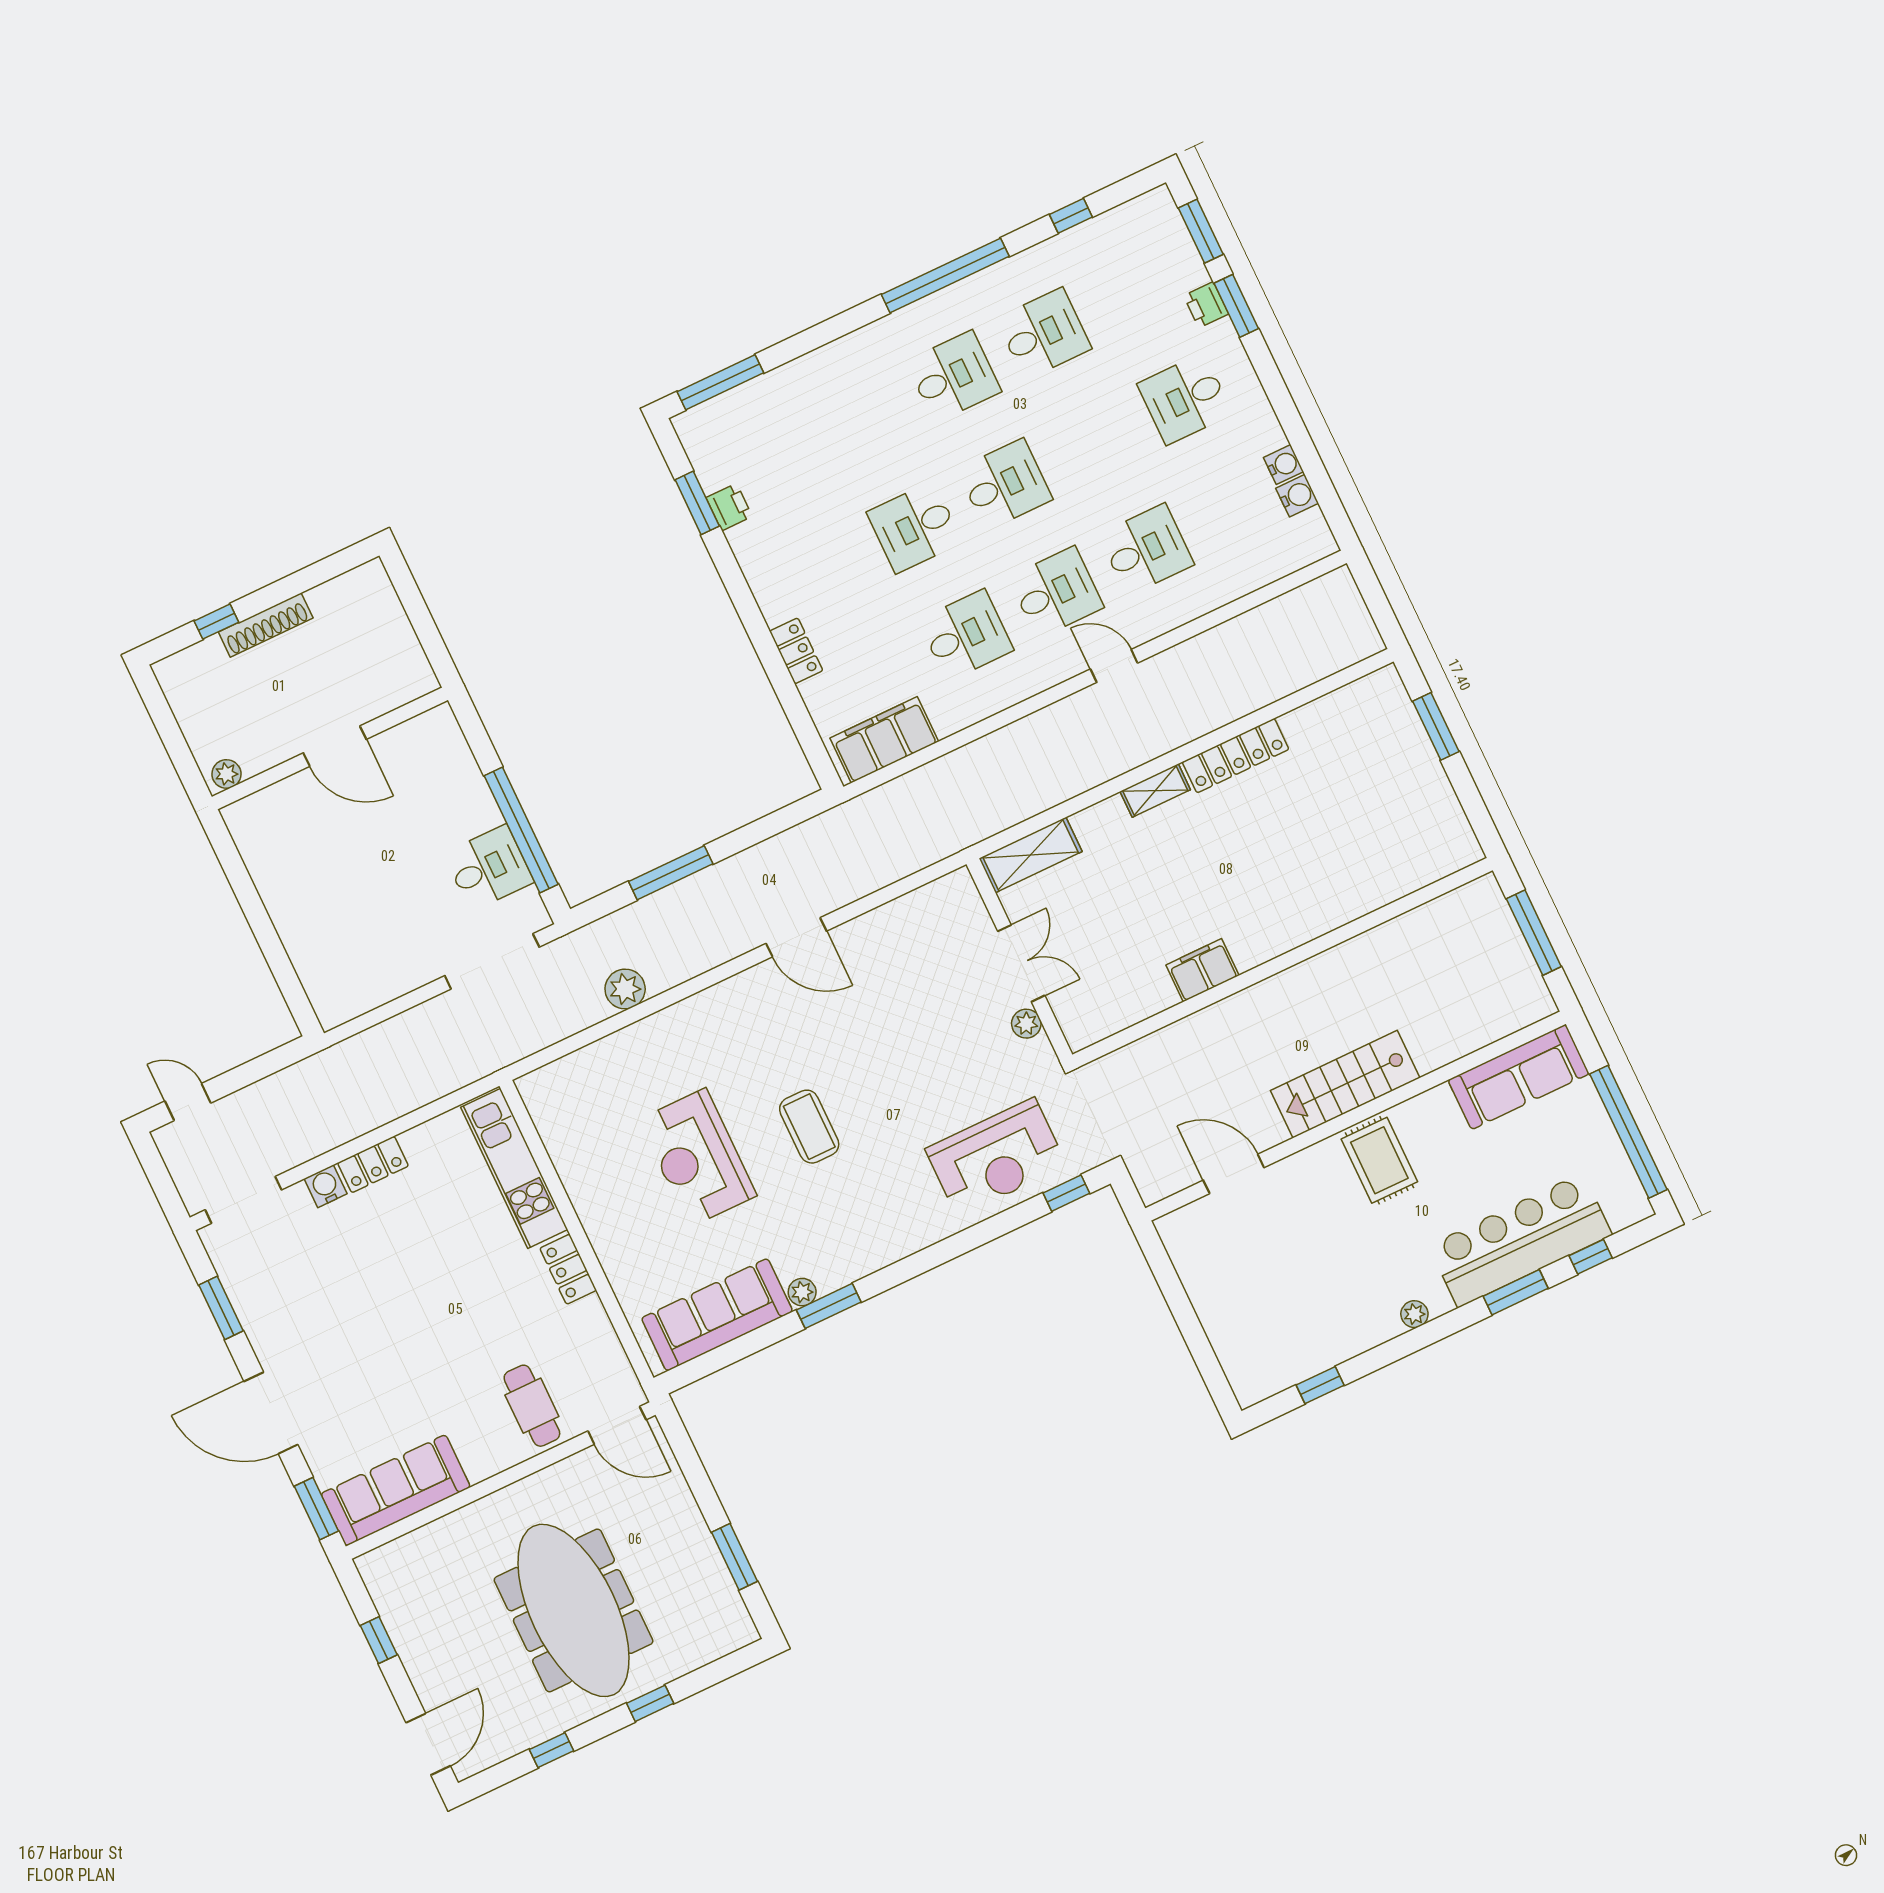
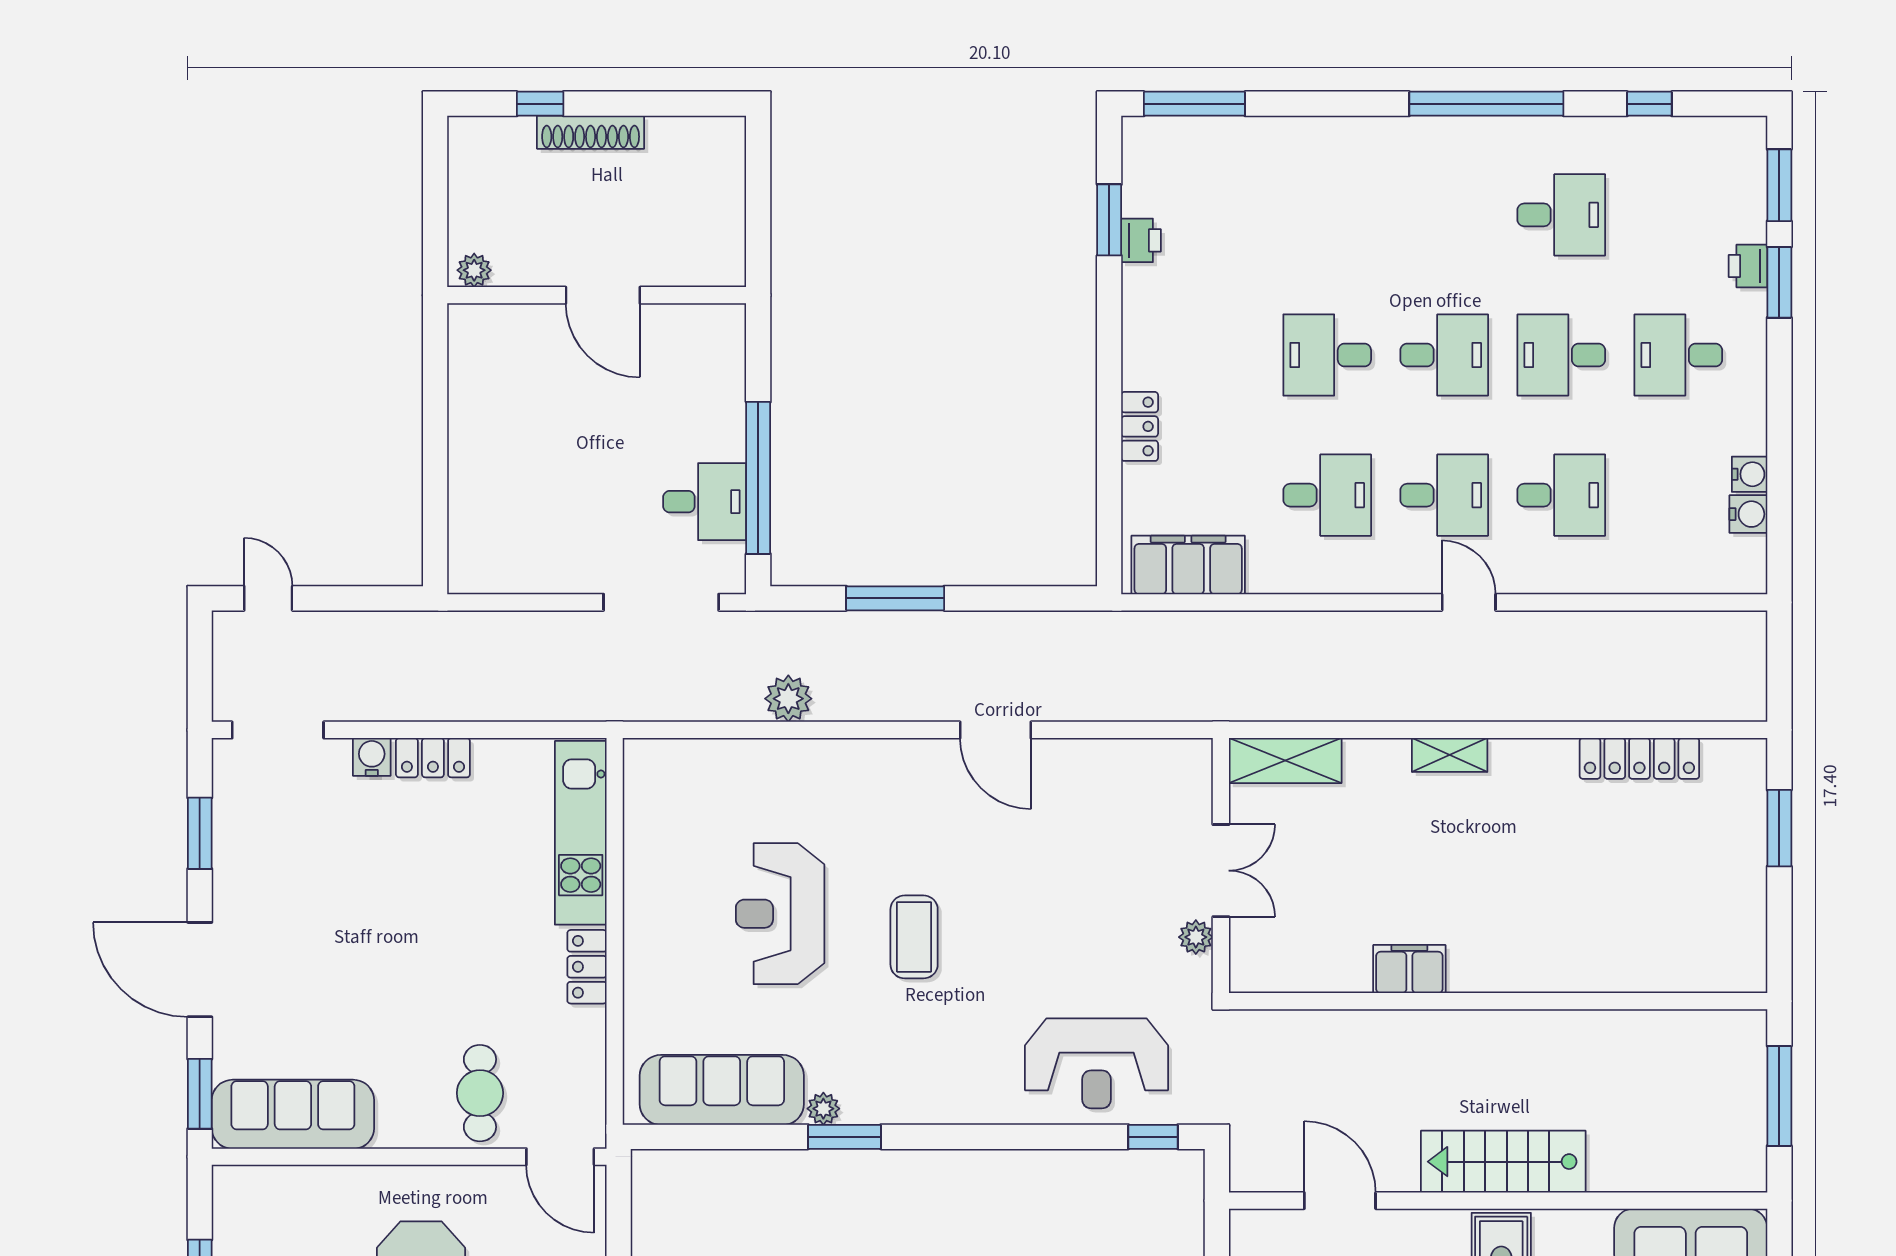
desk: (953, 376) -> (1561, 355), moved, turned 180
locker: (1236, 756) -> (1639, 758), moved

